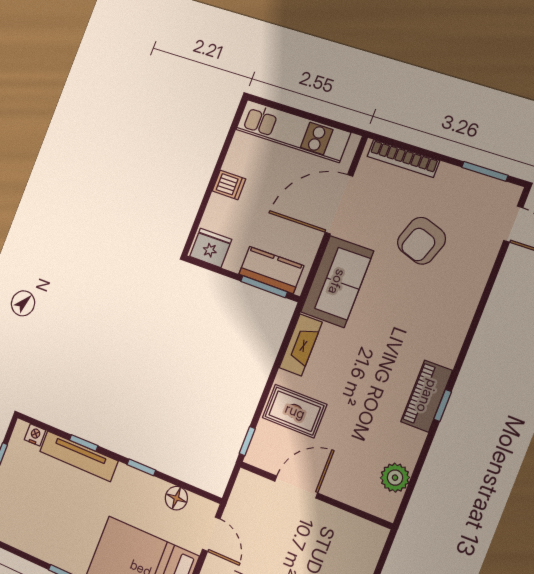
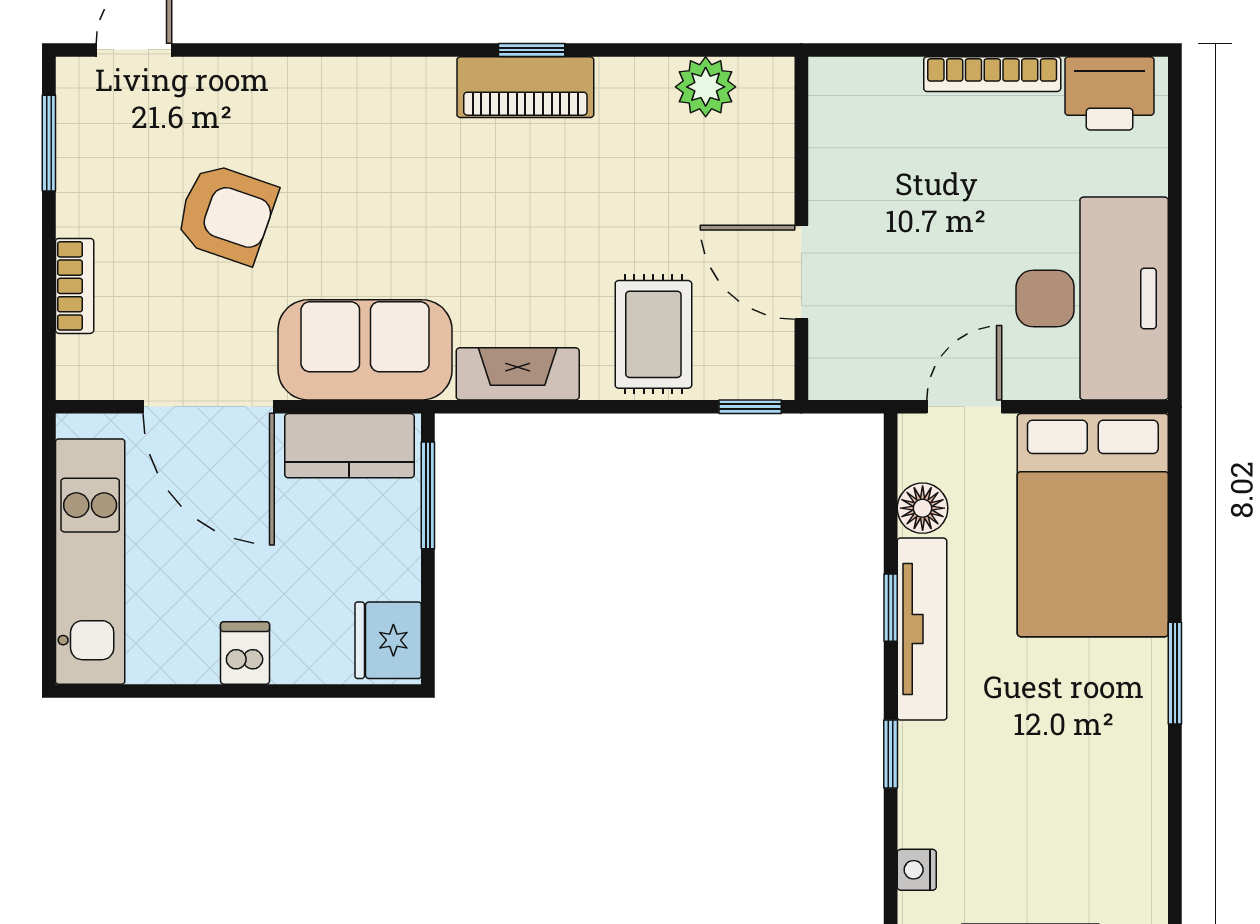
bookcase: (403, 158) -> (75, 286), width x0.64
kitchen counter: (271, 270) -> (349, 446), moved, turned -90
tv unit: (79, 456) -> (922, 629), moved

